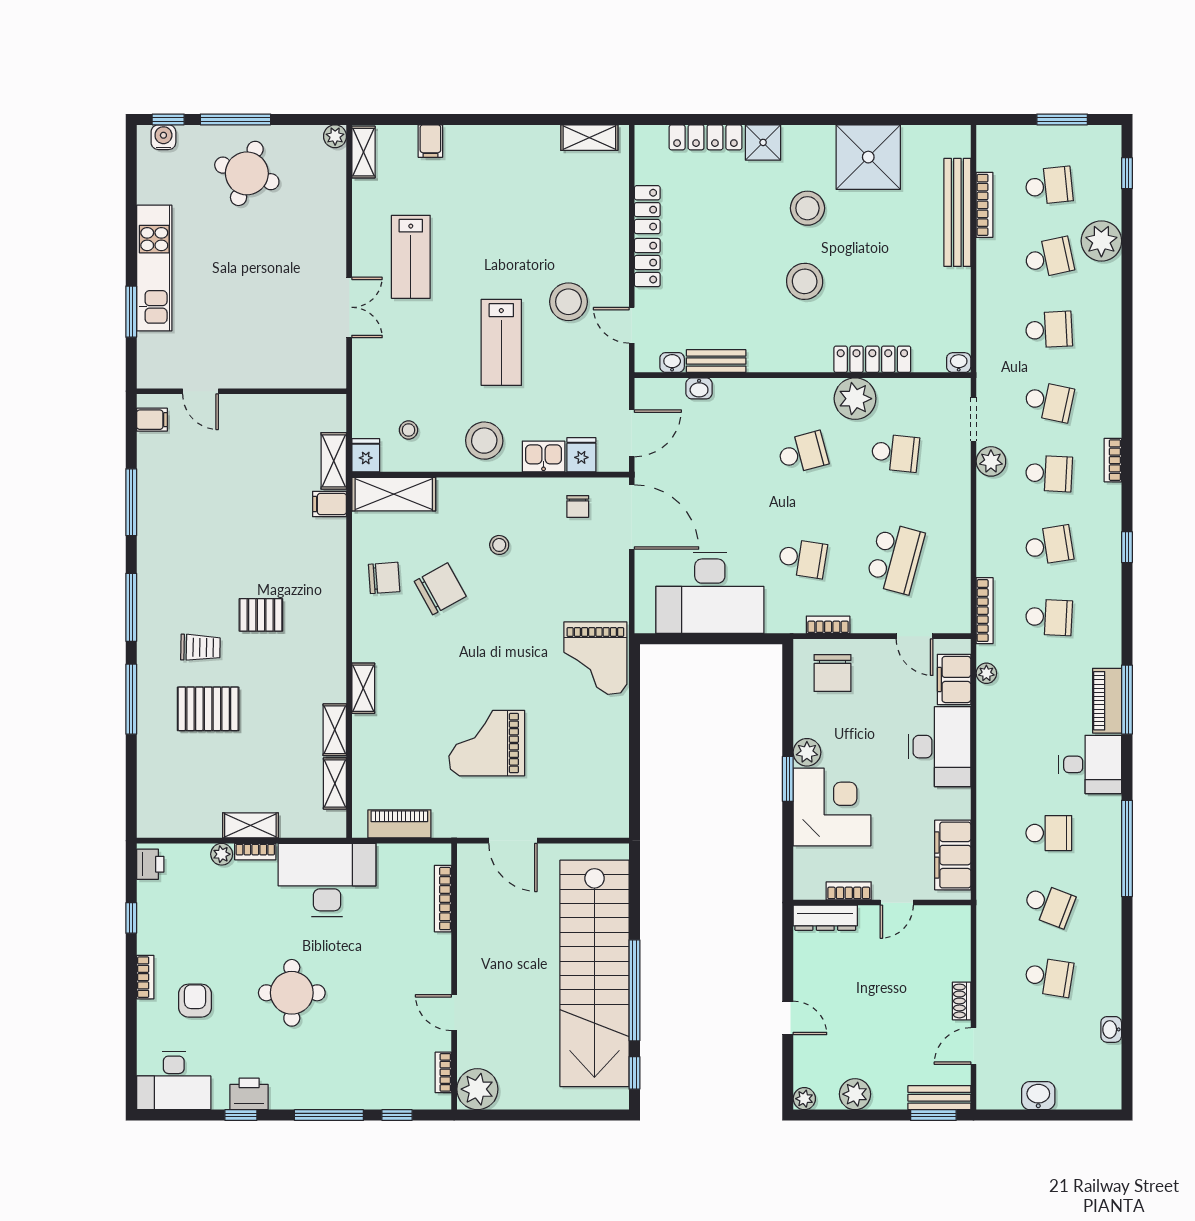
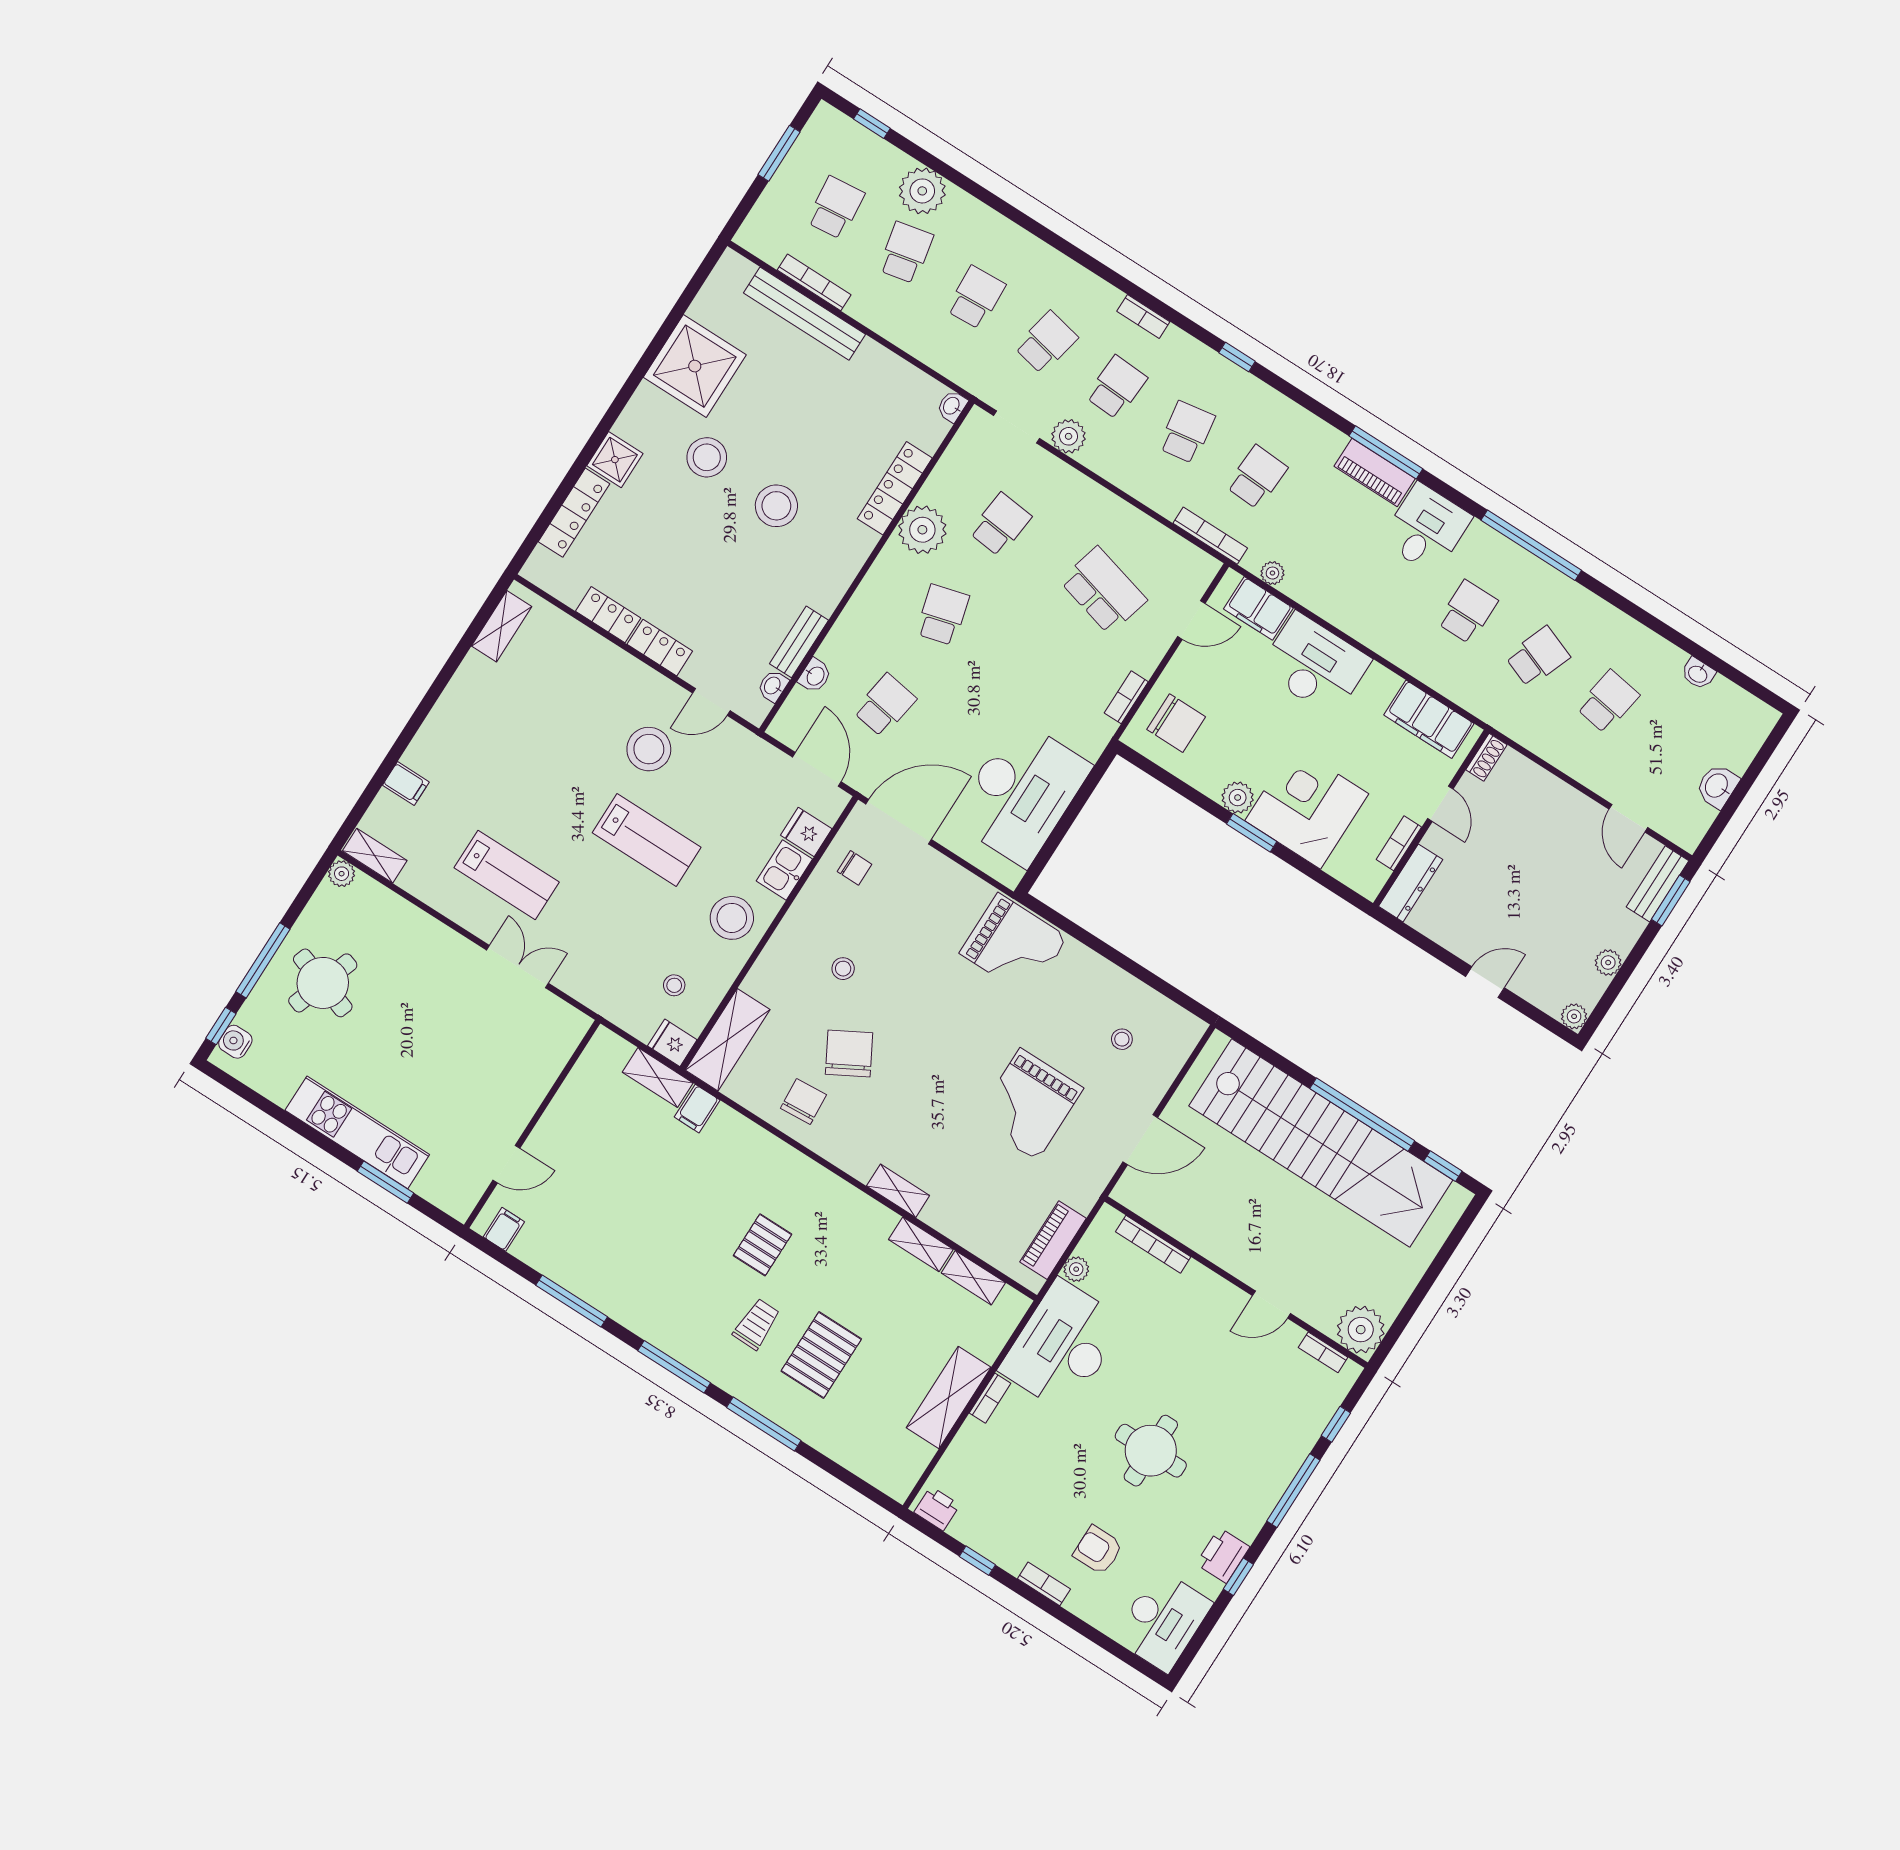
school desk: (803, 558) -> (885, 705), moved
stool: (577, 781) -> (1122, 1039), added
shelving: (250, 825) -> (949, 1398), width x1.50, depth x1.33
plant: (222, 854) -> (1076, 1269), moved
shoe rack: (962, 1001) -> (1486, 757), moved, turned -90
plant: (855, 1094) -> (1608, 963), width x0.73, depth x0.73

